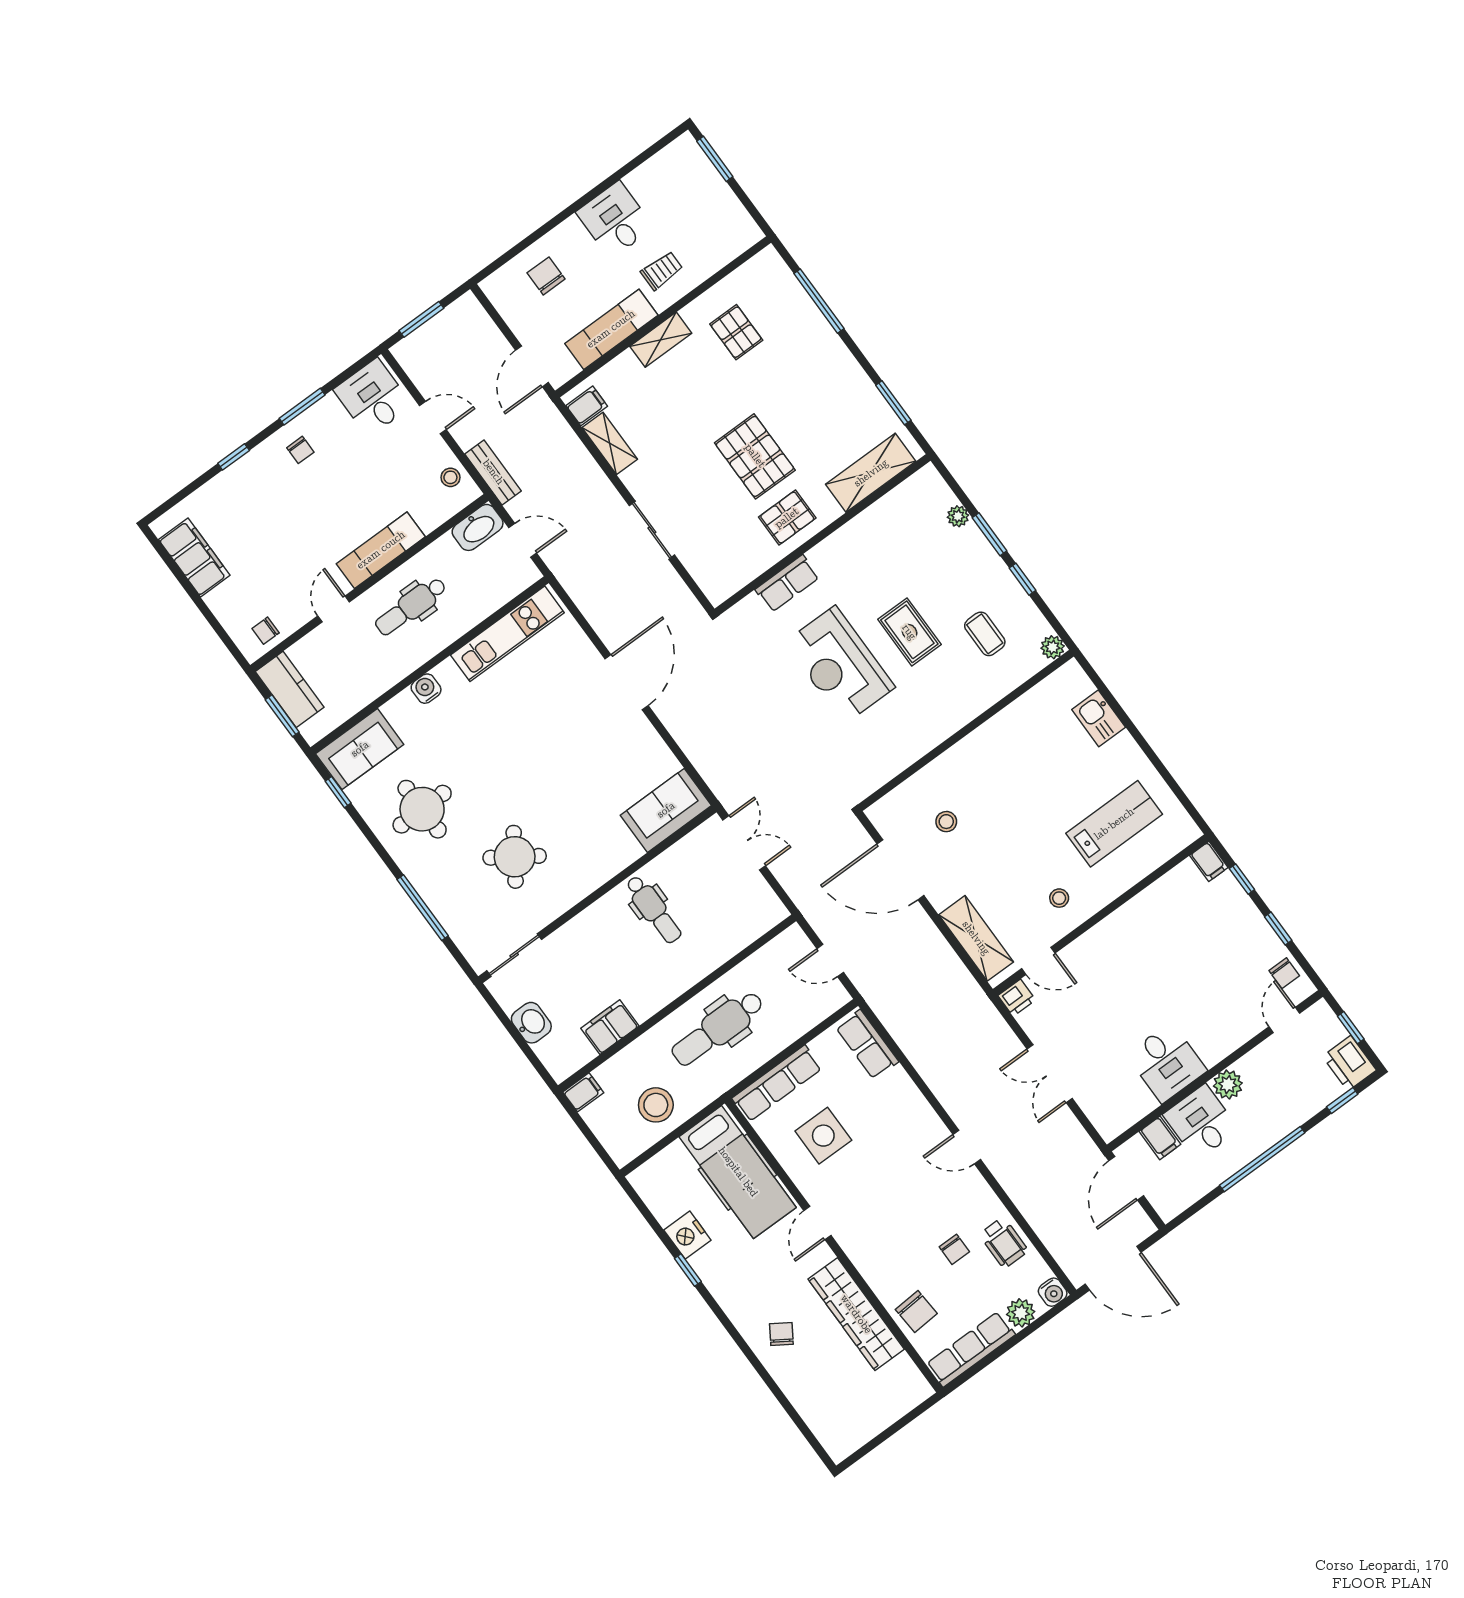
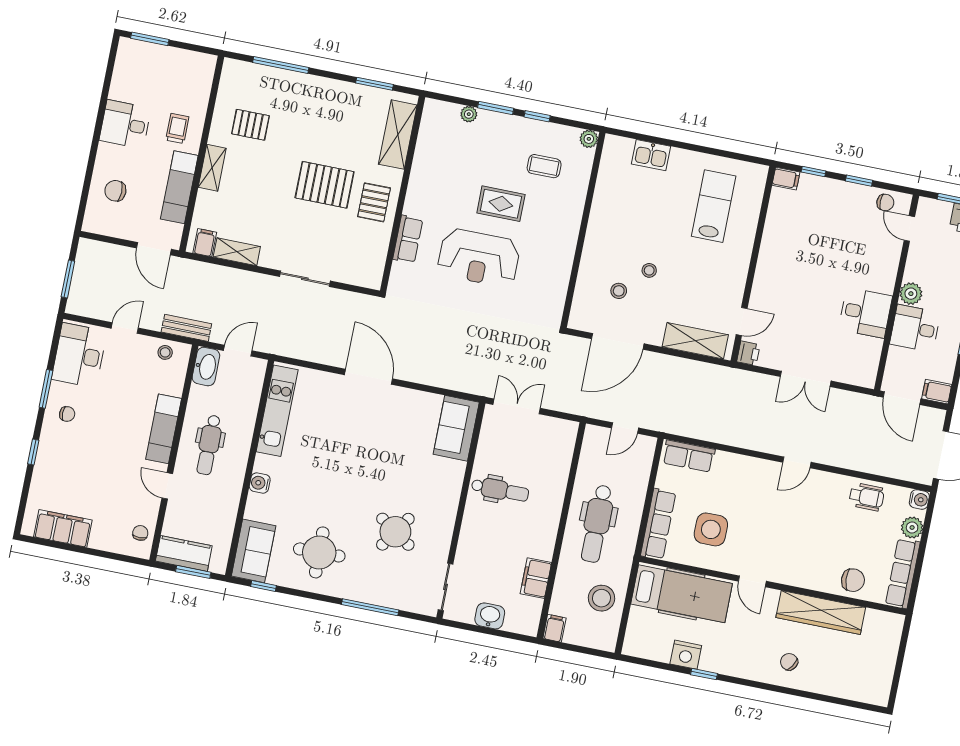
desk: (373, 398) -> (79, 355), width x1.37
chair: (266, 631) -> (140, 533), turned 180
stool: (1059, 898) -> (649, 270), moved
filing cabinet: (1160, 1138) -> (937, 392), moved, turned 180
chair: (954, 1249) -> (842, 526), removed

